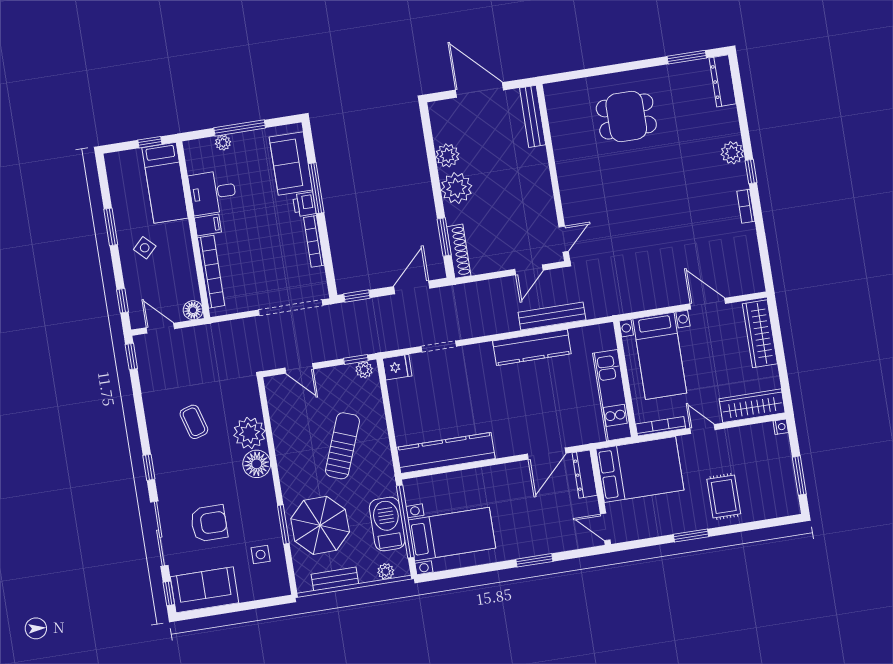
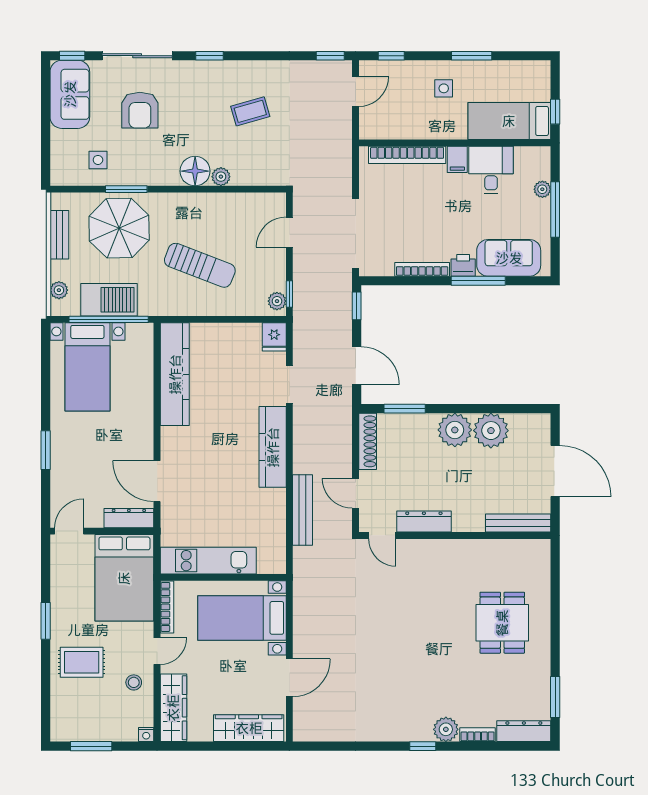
door: (479, 90) -> (555, 471), hinge flipped
plant: (447, 155) -> (491, 431), width x1.36, depth x1.36
dresser: (545, 203) -> (424, 522), added
bookcase: (746, 206) -> (478, 735), moved
side table: (145, 248) -> (444, 88), turned 45
shoe rack: (459, 251) -> (368, 441), moved, turned -90
floor lamp: (193, 310) -> (369, 129), removed
kitchen counter: (532, 347) -> (273, 447), moved
plant: (249, 433) -> (221, 177), width x0.53, depth x0.53
stool: (735, 446) -> (134, 682), added

